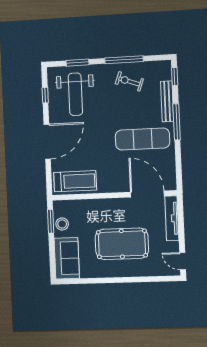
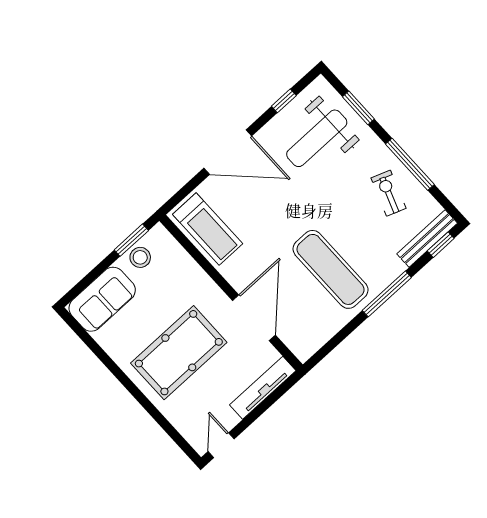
bench: (167, 101) -> (427, 239), moved
door: (147, 194) -> (254, 318), moved
pool table: (122, 244) -> (179, 353), turned 90

